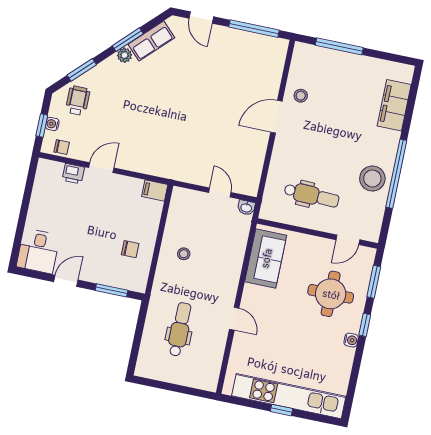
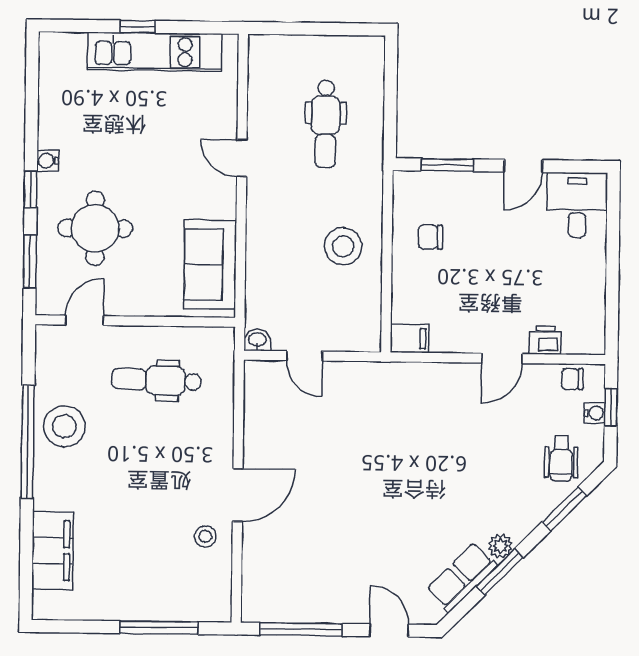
stool: (184, 254) -> (343, 246), width x1.89, depth x1.89
kitchen unit: (289, 396) -> (154, 52), width x0.73

